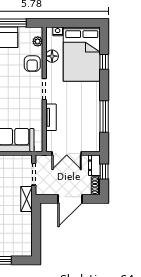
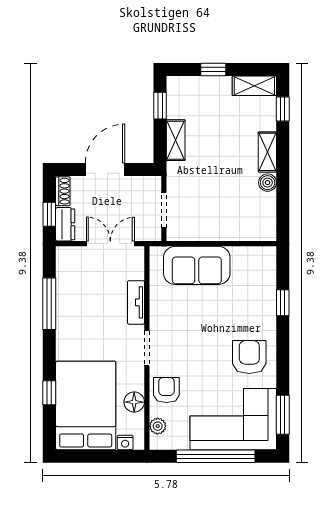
shelving: (27, 199) -> (176, 140), moved
window: (36, 238) -> (160, 106), added

